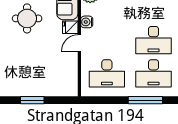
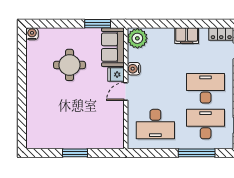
desk: (154, 40) -> (206, 88), turned 180
desk: (154, 73) -> (206, 124), turned 180

